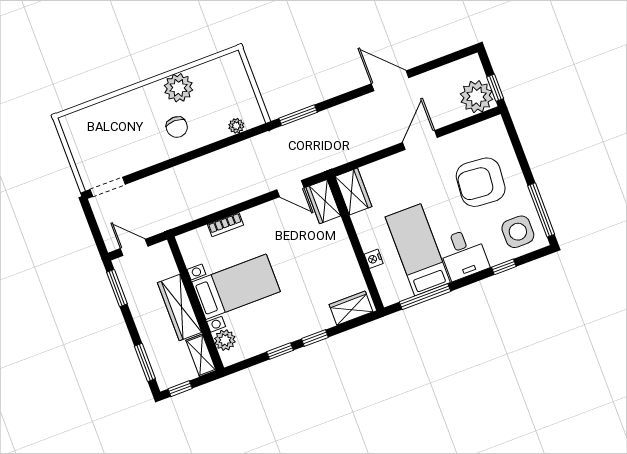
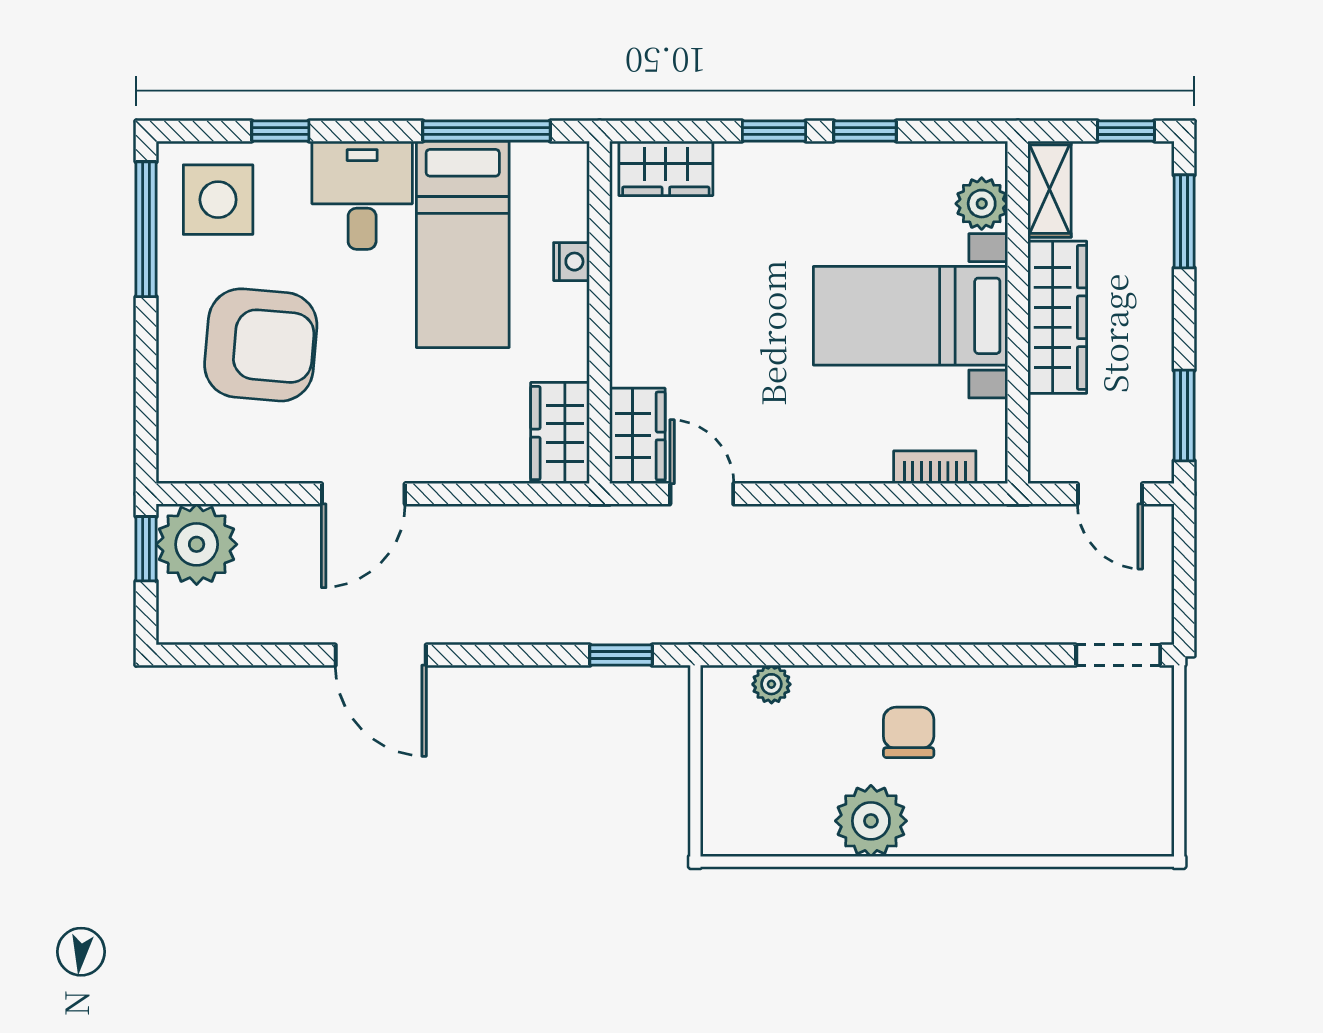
window: (298, 115) -> (621, 655), width x0.67
bookcase: (225, 225) -> (935, 467), moved

